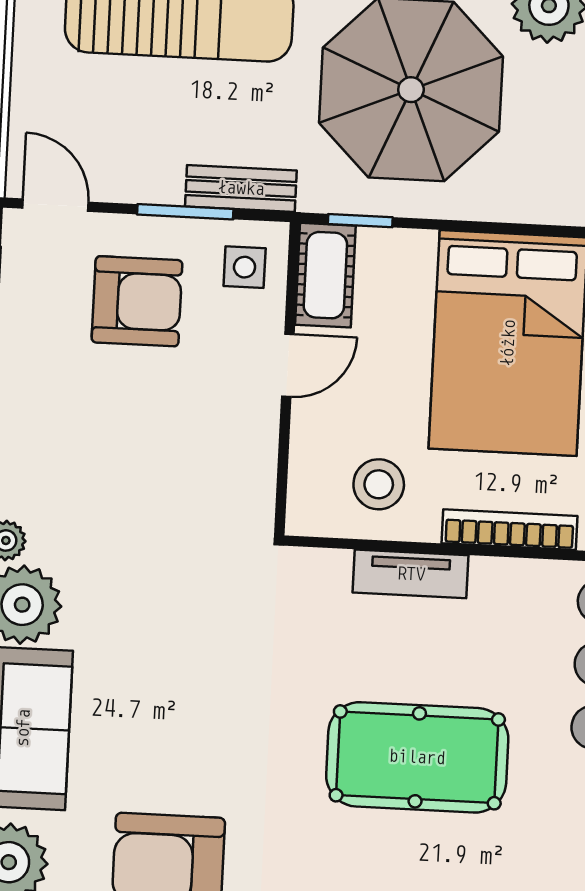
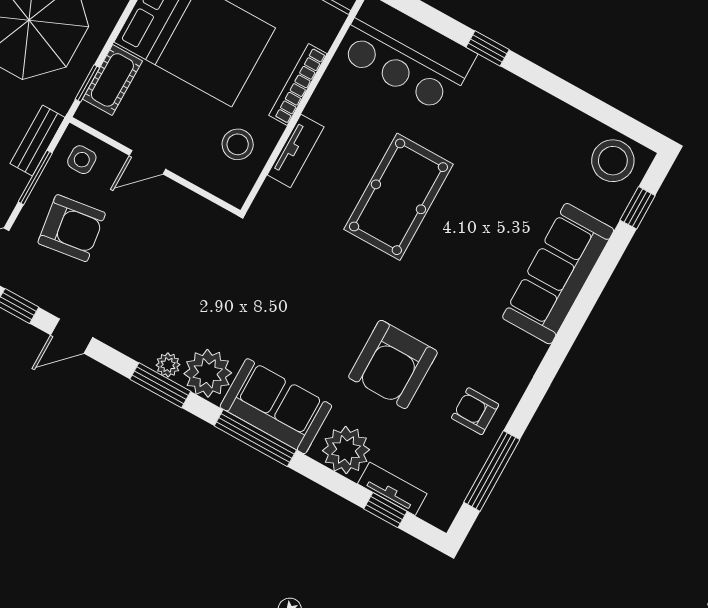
cot: (325, 275) -> (112, 80), moved, turned 90
armchair: (137, 301) -> (72, 228), turned 82
door: (288, 365) -> (148, 162), swing flipped

